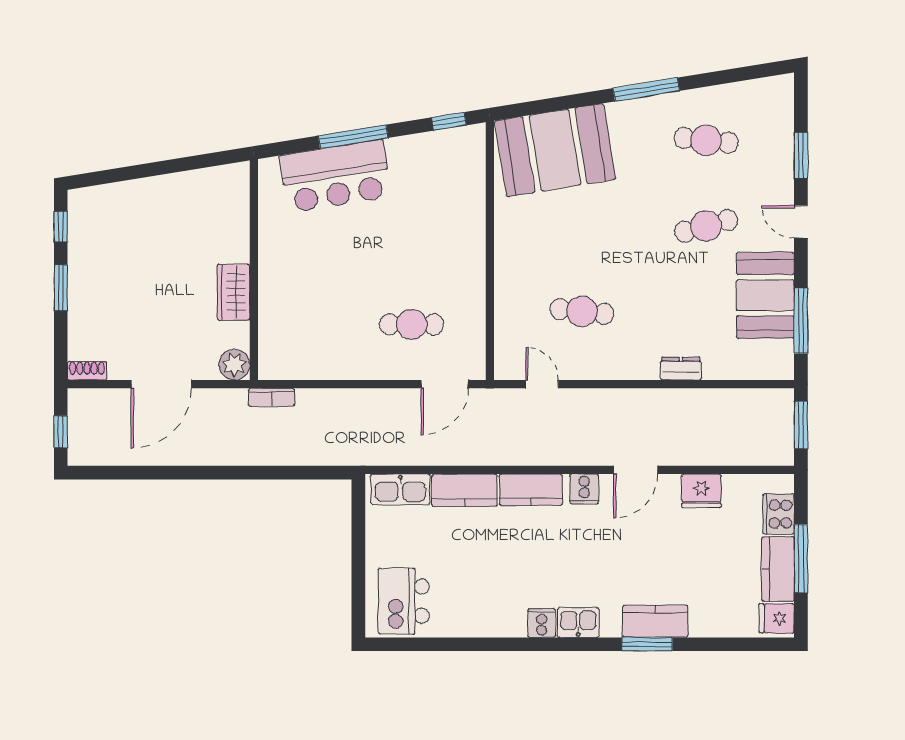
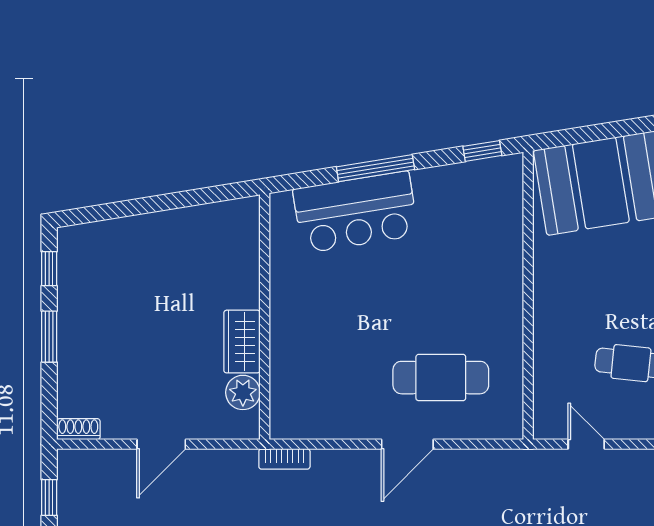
cafe table: (412, 324) -> (441, 378), width x1.37, depth x1.35
plant: (234, 365) -> (243, 392), moved
door: (161, 384) -> (161, 444), width x0.73
door: (445, 384) -> (407, 444), moved

